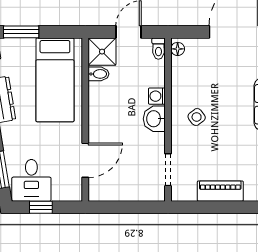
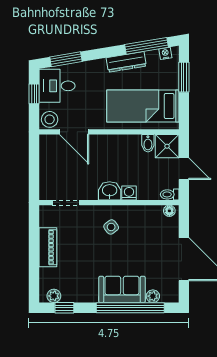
stool: (71, 189) -> (50, 119), added

